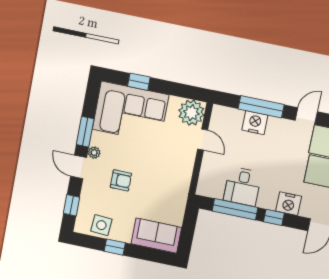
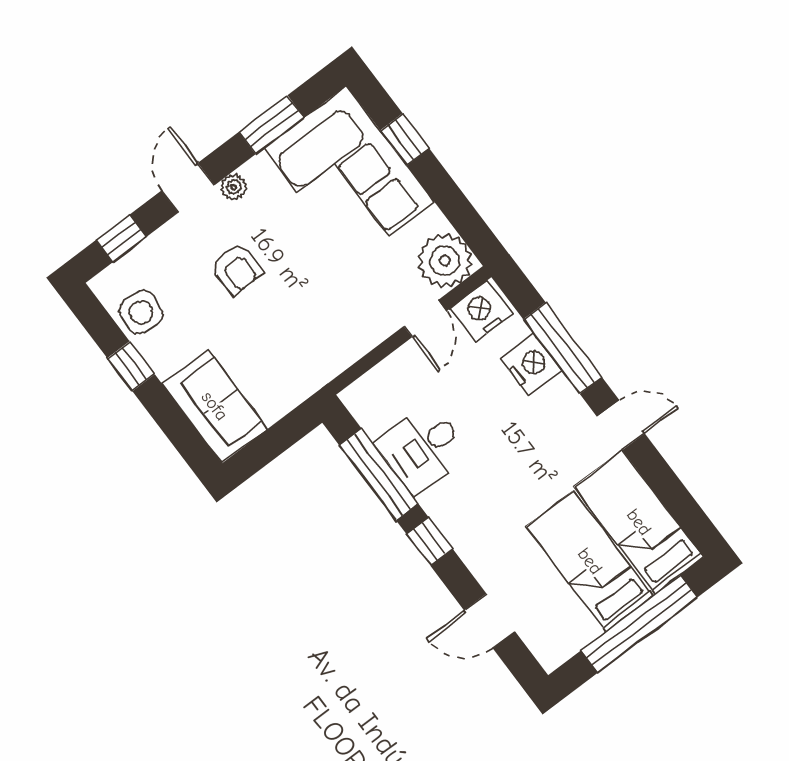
window: (85, 132) -> (272, 125), moved
nightstand: (289, 204) -> (481, 311), moved, turned 90

